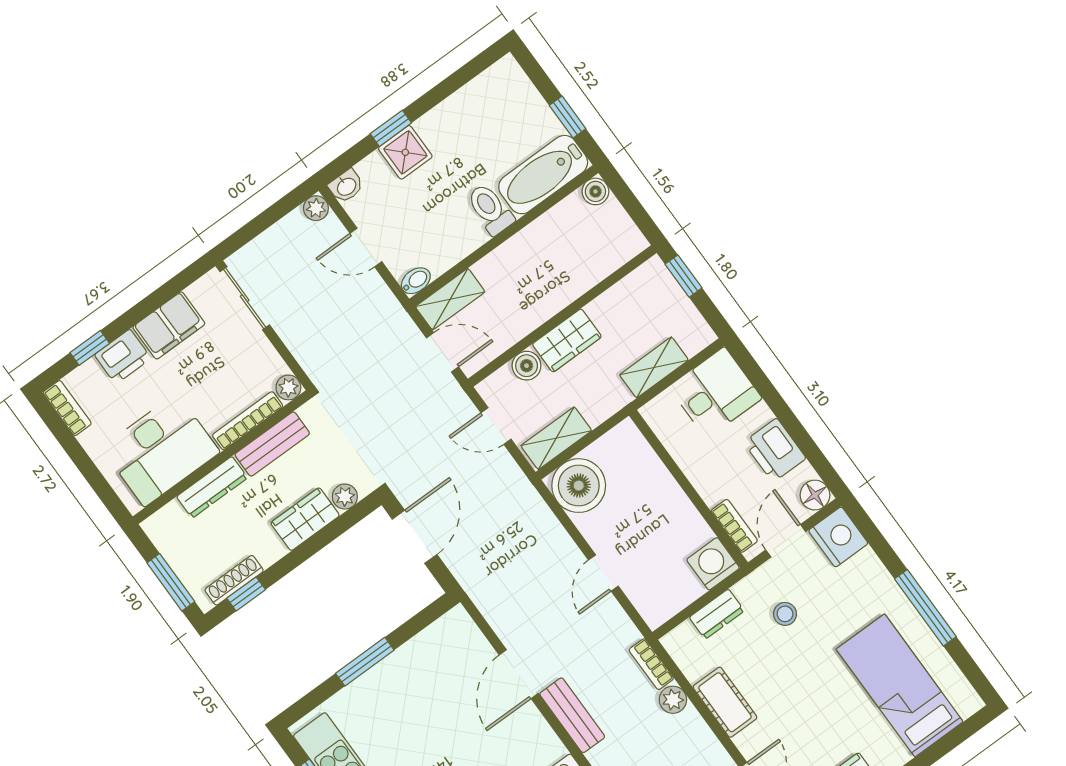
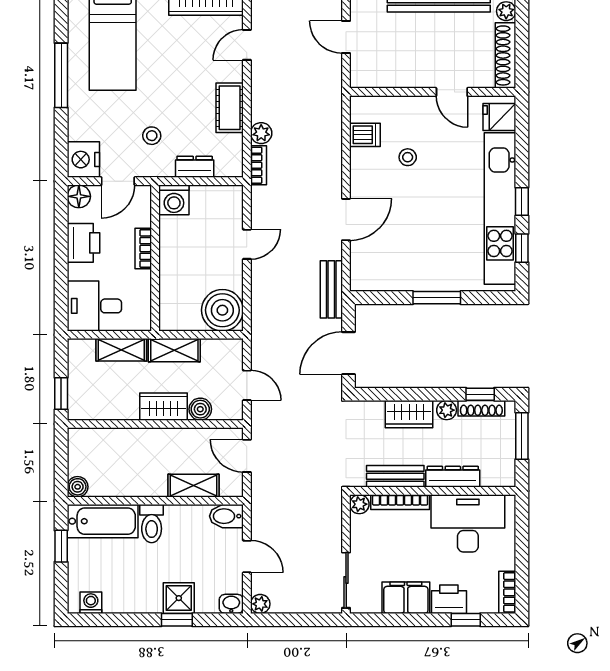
washing machine: (493, 81) -> (91, 603), added
bidet: (416, 281) -> (226, 516), width x1.38, depth x1.36
shelving: (450, 299) -> (193, 486), moved
shelving: (556, 438) -> (174, 350), moved
plant: (345, 497) -> (447, 410), moved
bookcase: (734, 526) -> (143, 248), moved
bench: (572, 715) -> (331, 289), moved

